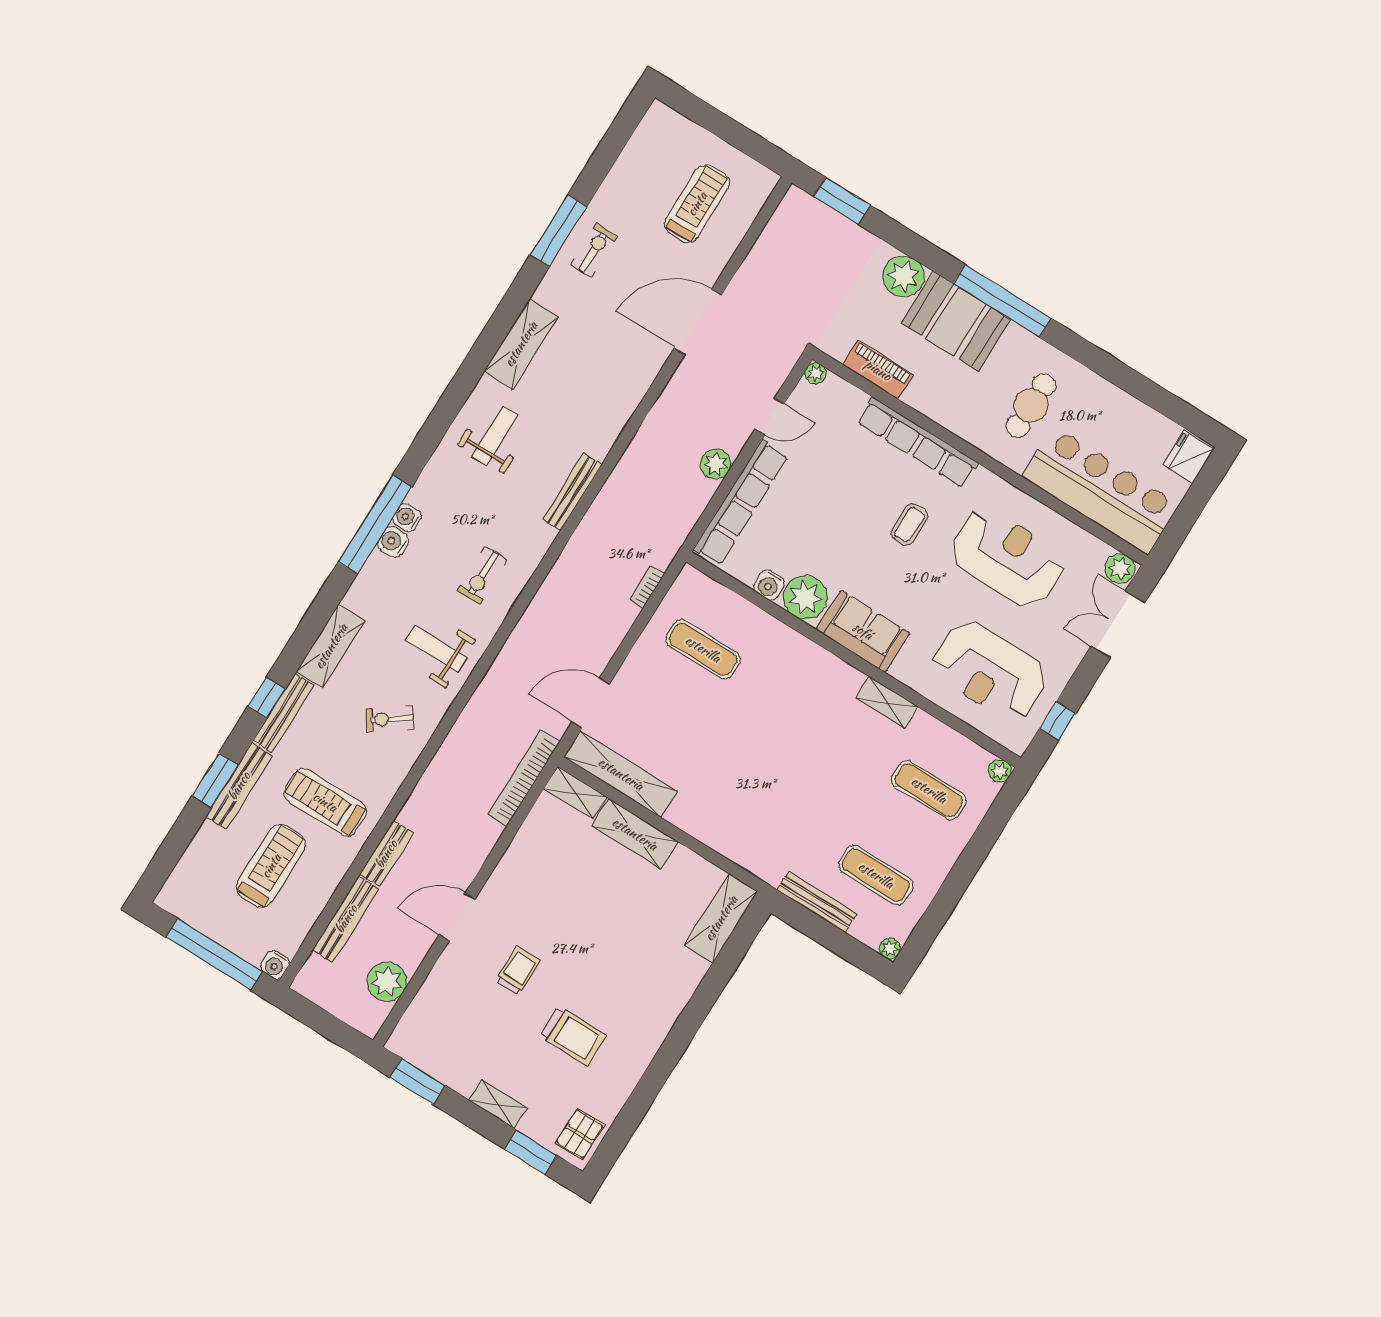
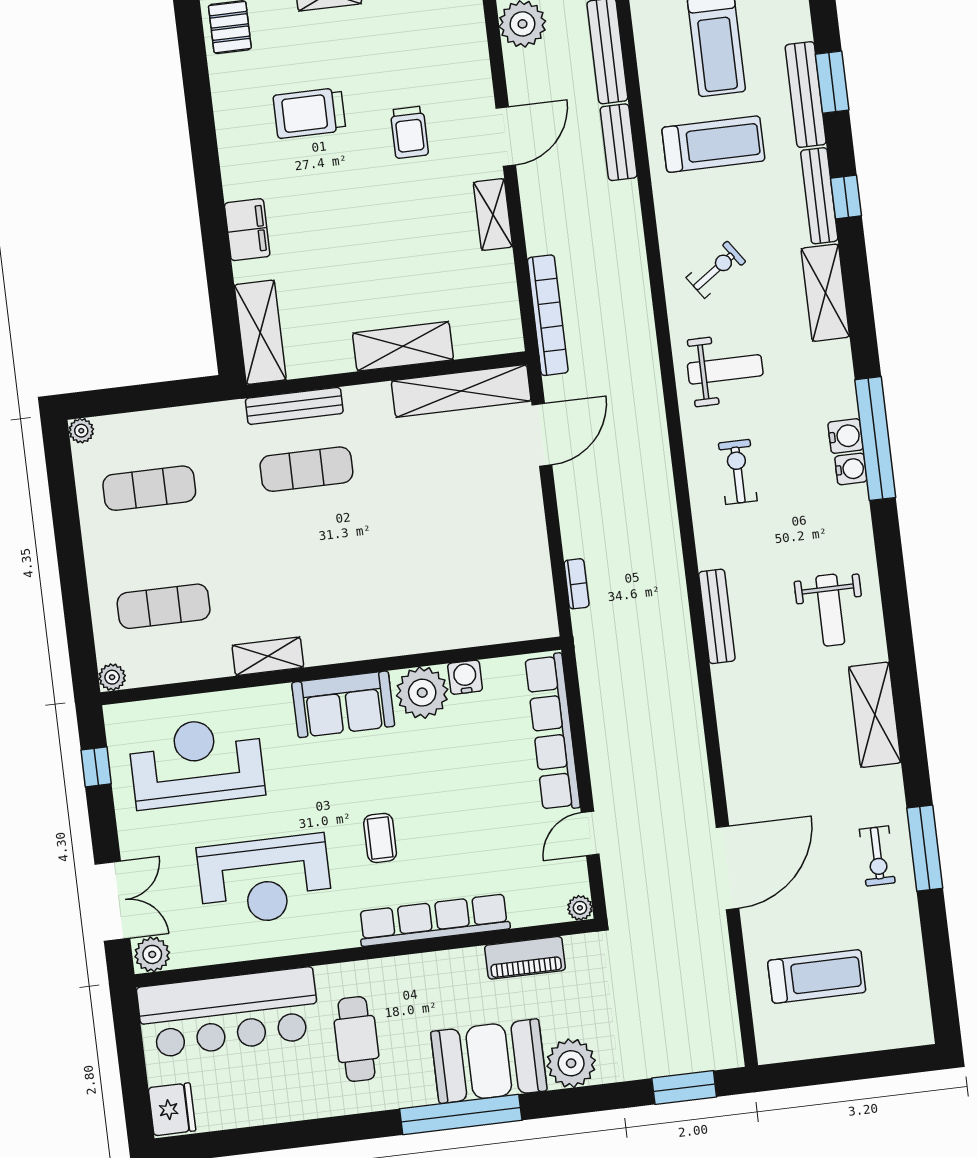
treadmill: (697, 204) -> (817, 976), turned -90
plant: (716, 464) -> (605, 749), removed
exercise mat: (703, 649) -> (306, 469), moved
shelving: (576, 793) -> (493, 215), moved, turned 90
bench: (817, 902) -> (294, 406), moved
filing cabinet: (675, 992) -> (247, 230), added

